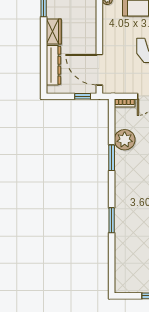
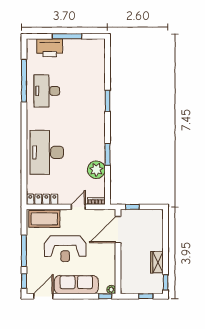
dresser: (53, 65) -> (157, 233), removed
door: (99, 70) -> (118, 230), swing flipped

